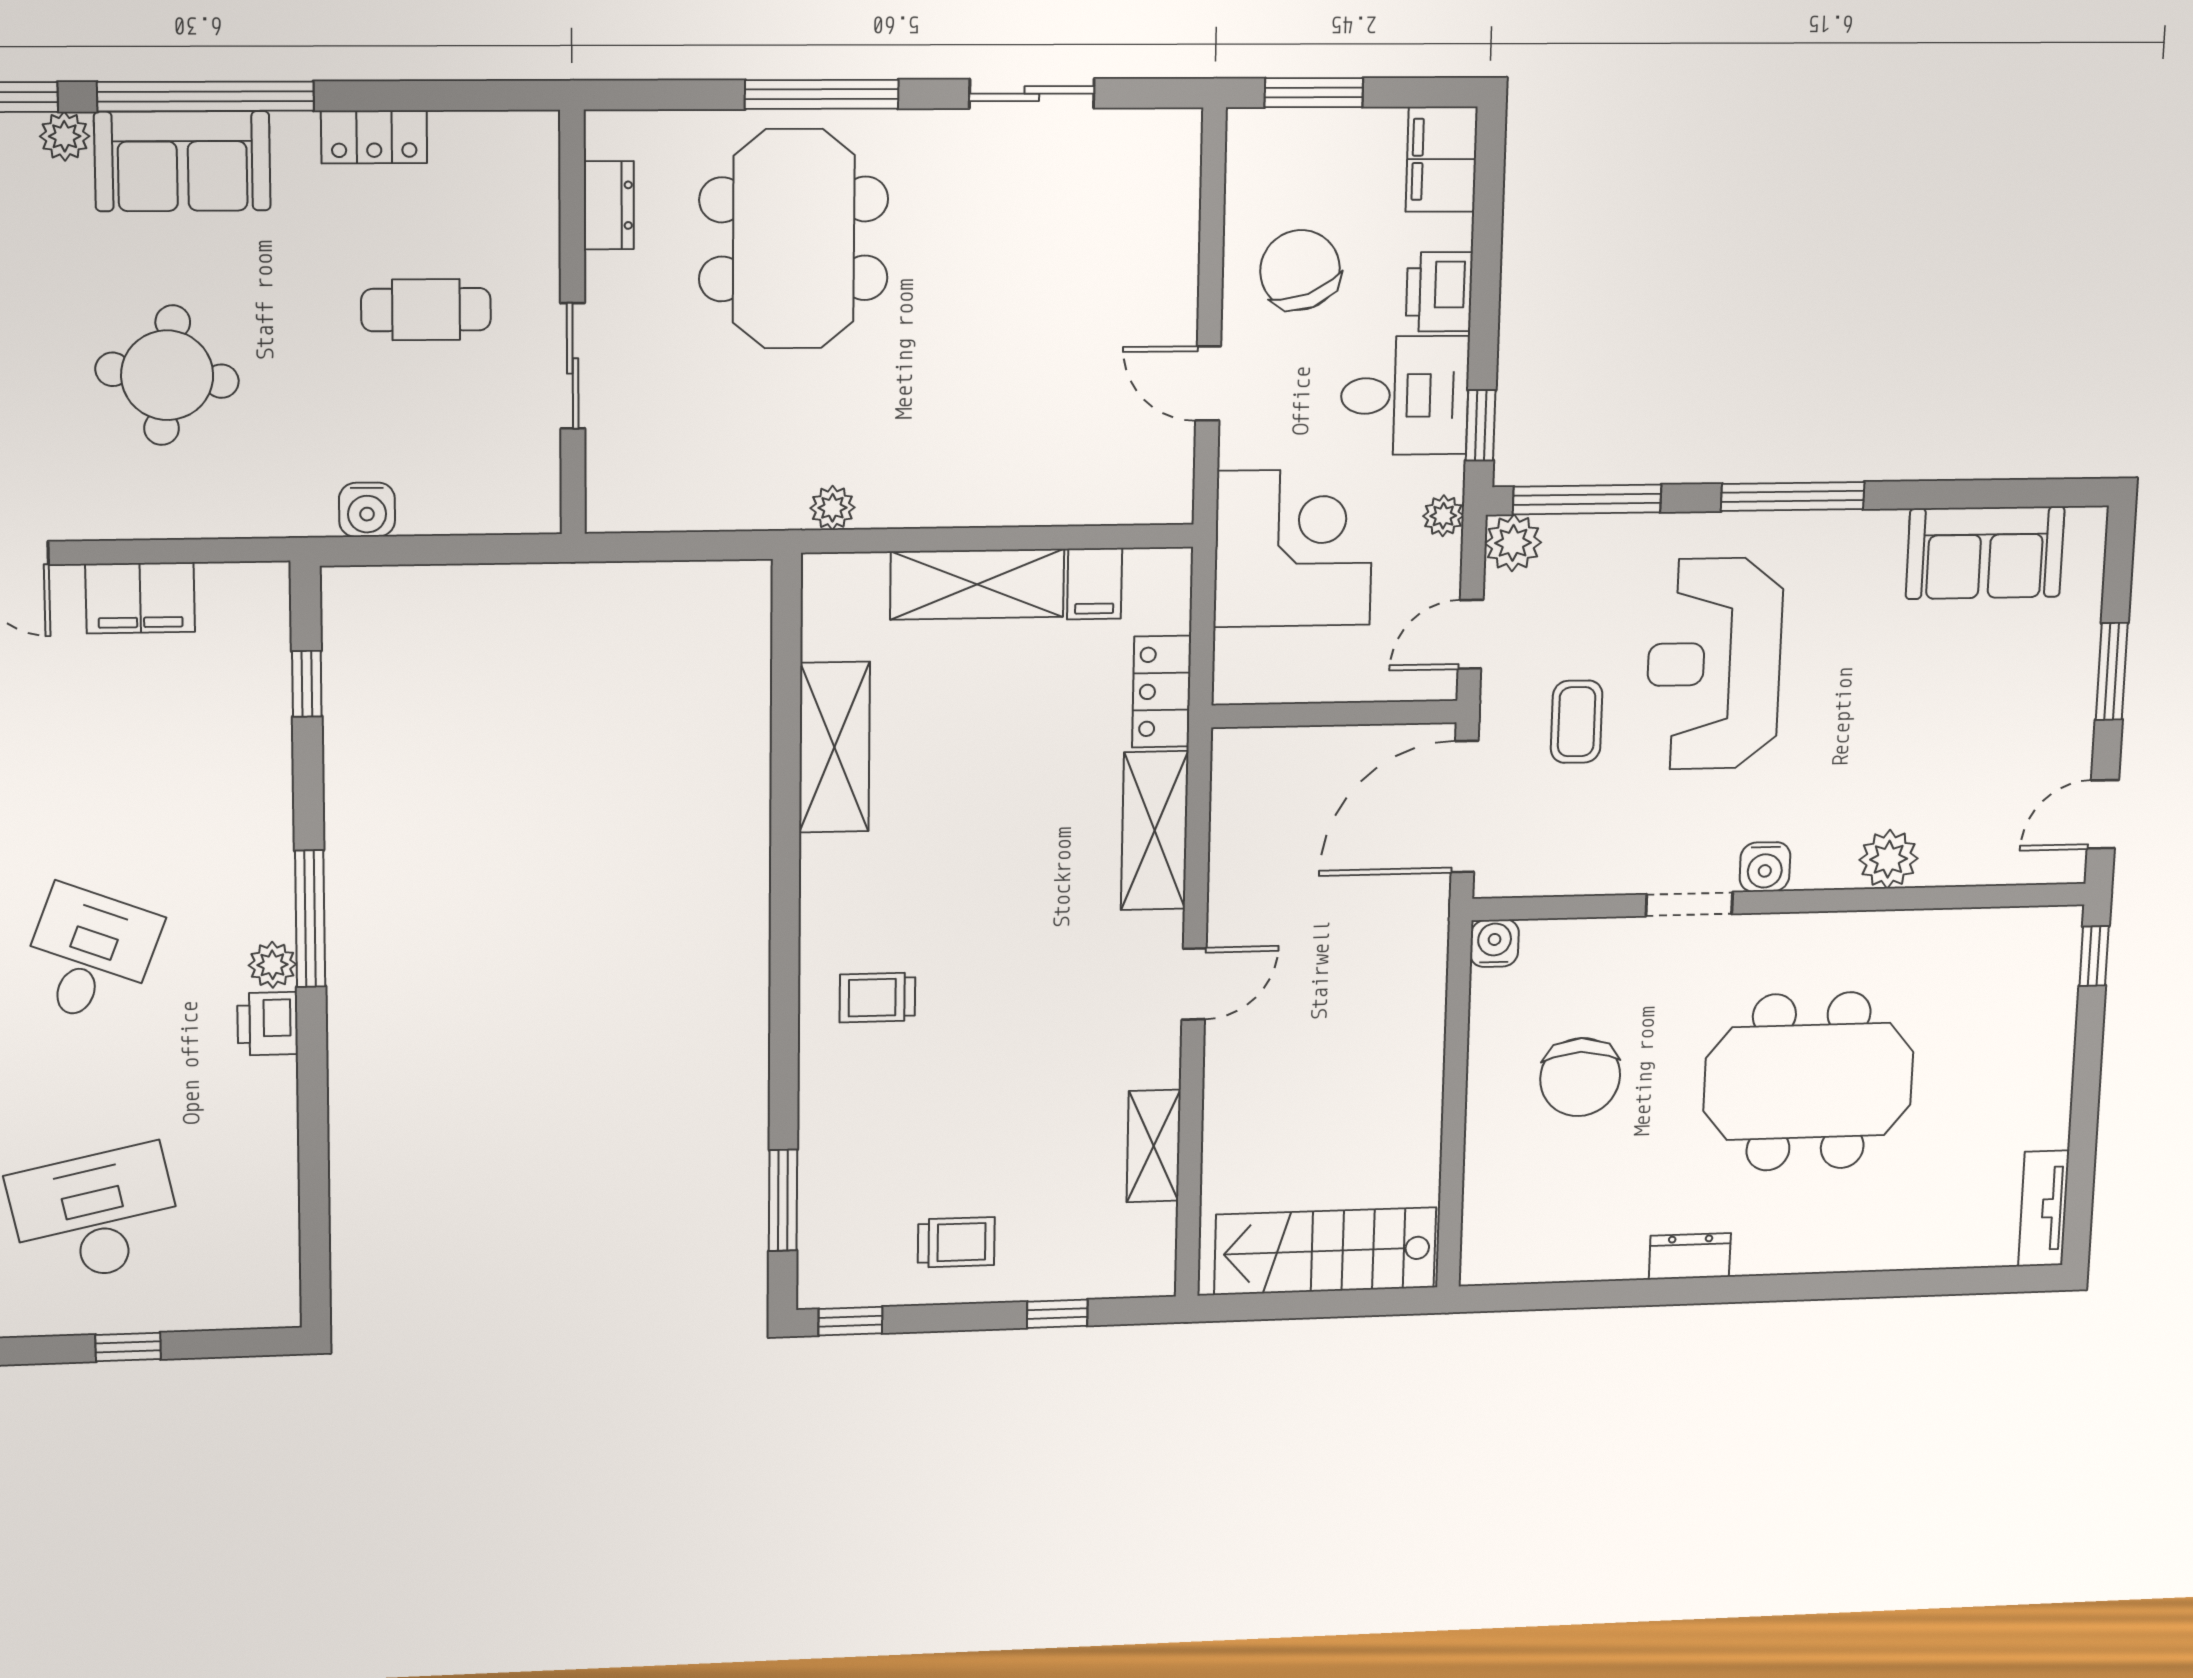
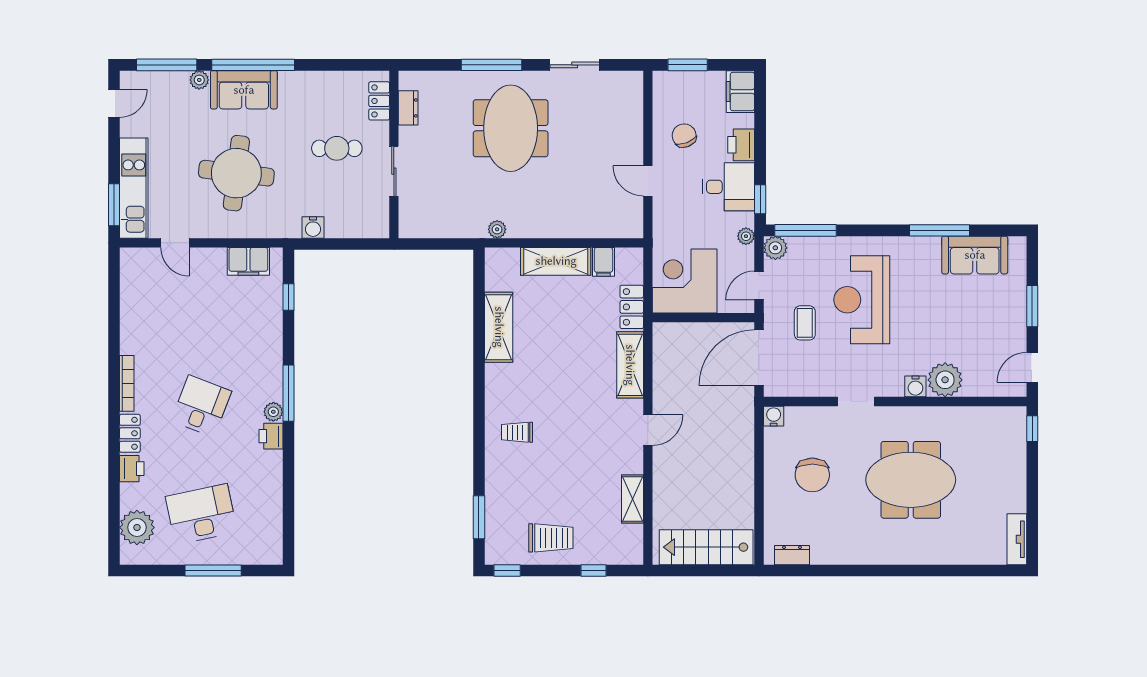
locker: (374, 137) -> (379, 101), moved, turned 90
meeting table: (794, 239) -> (511, 128), moved
chair: (1300, 270) -> (684, 136), width x0.73, depth x0.73
round table: (167, 375) -> (236, 173), width x1.36, depth x1.36
window: (1793, 497) -> (940, 230), moved
corner desk: (1294, 548) -> (685, 281), moved, turned -90
filing cabinet: (140, 598) -> (248, 261), moved
plant: (1889, 859) -> (945, 380), width x1.36, depth x1.36
water cooler: (1765, 867) -> (915, 386), moved
trolley: (956, 1242) -> (551, 538), width x1.36, depth x1.39
dresser: (1690, 1256) -> (792, 555), moved
window: (128, 1347) -> (213, 570), width x2.17

